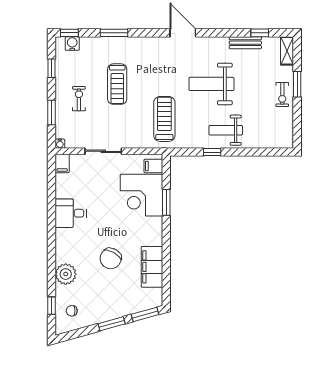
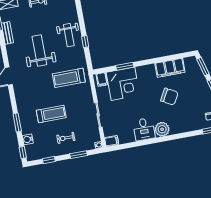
water cooler: (72, 44) -> (28, 139), moved
weight bench: (211, 84) -> (39, 51), turned 180
plant: (66, 274) -> (162, 129), moved

